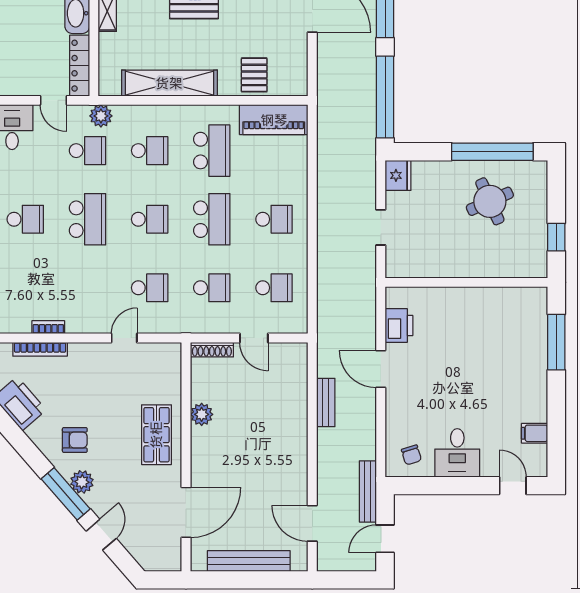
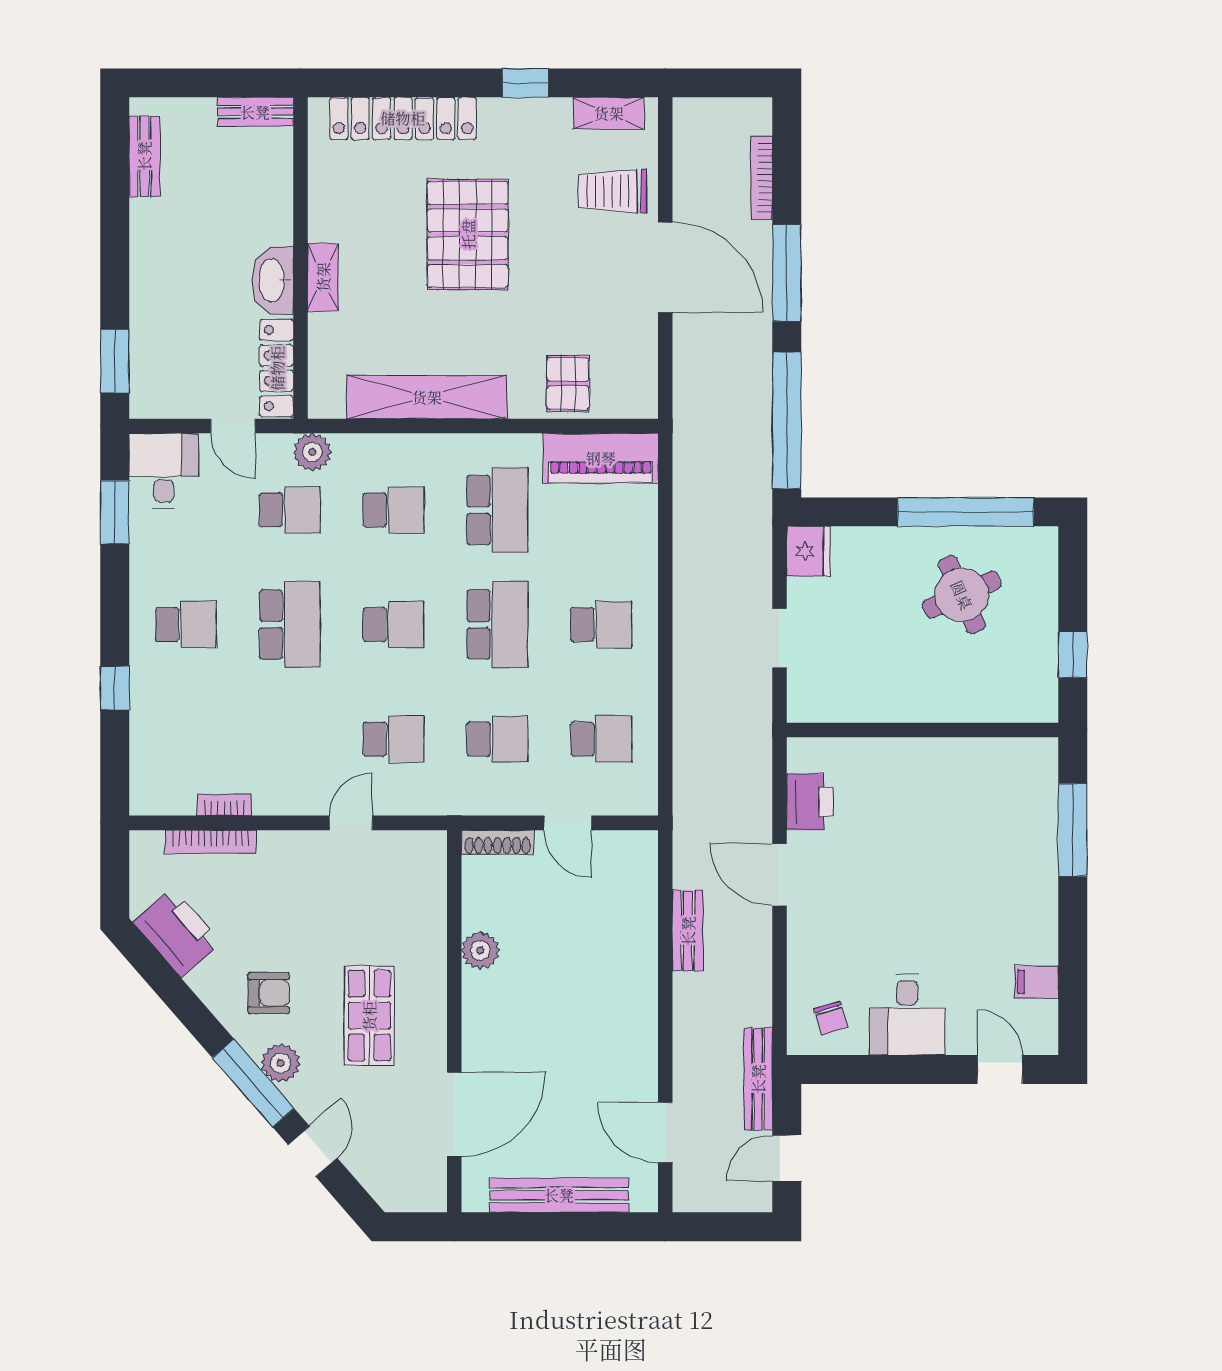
shop shelf: (156, 435) -> (369, 1016), moved

